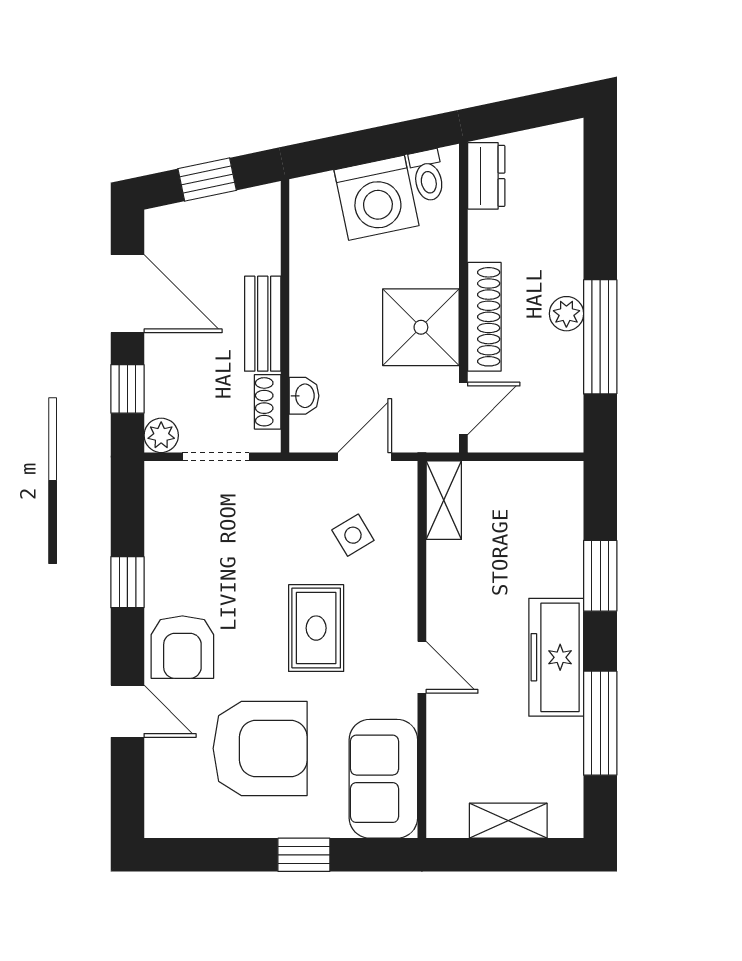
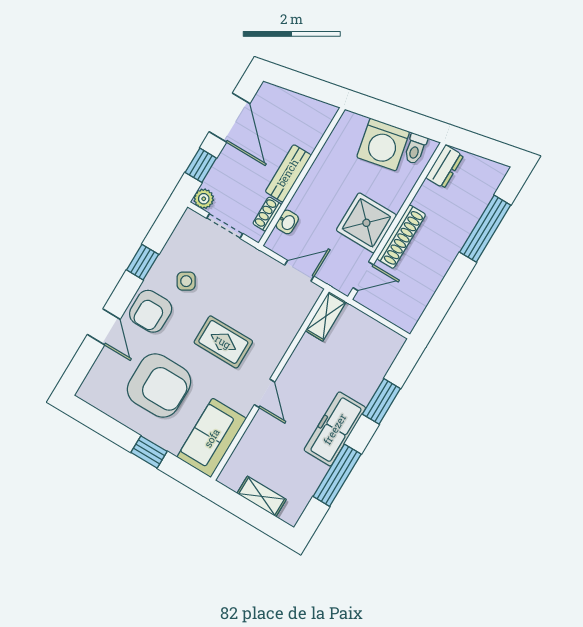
window: (207, 179) -> (304, 84), removed
plant: (566, 314) -> (443, 260), removed
window: (600, 337) -> (485, 229), moved
side table: (353, 535) -> (186, 281), moved
rug: (316, 628) -> (223, 342), turned 90

